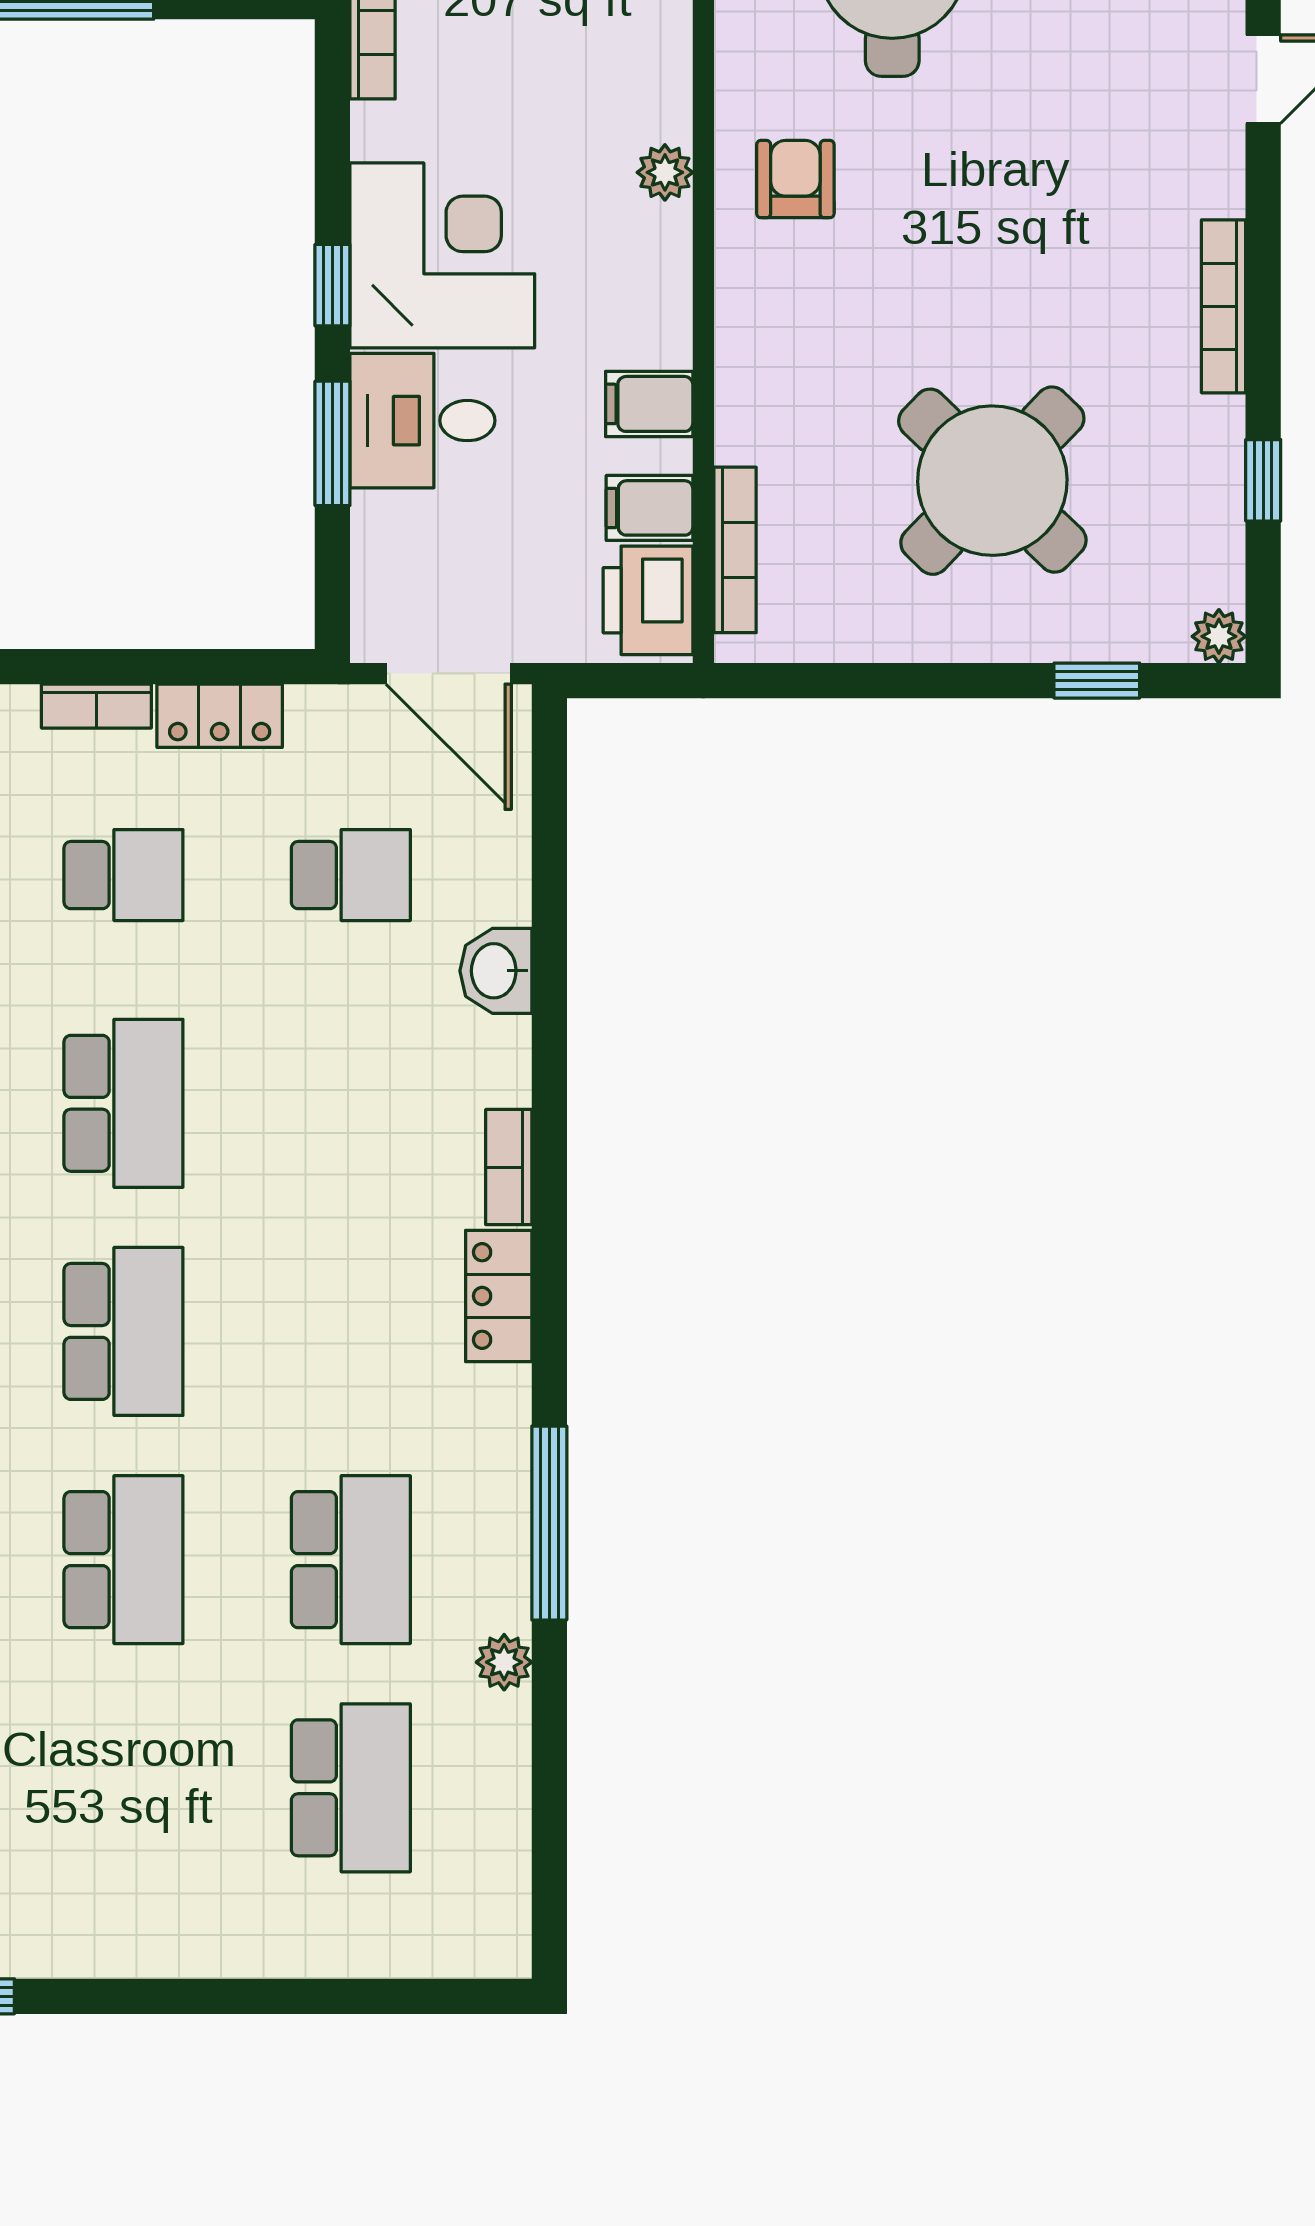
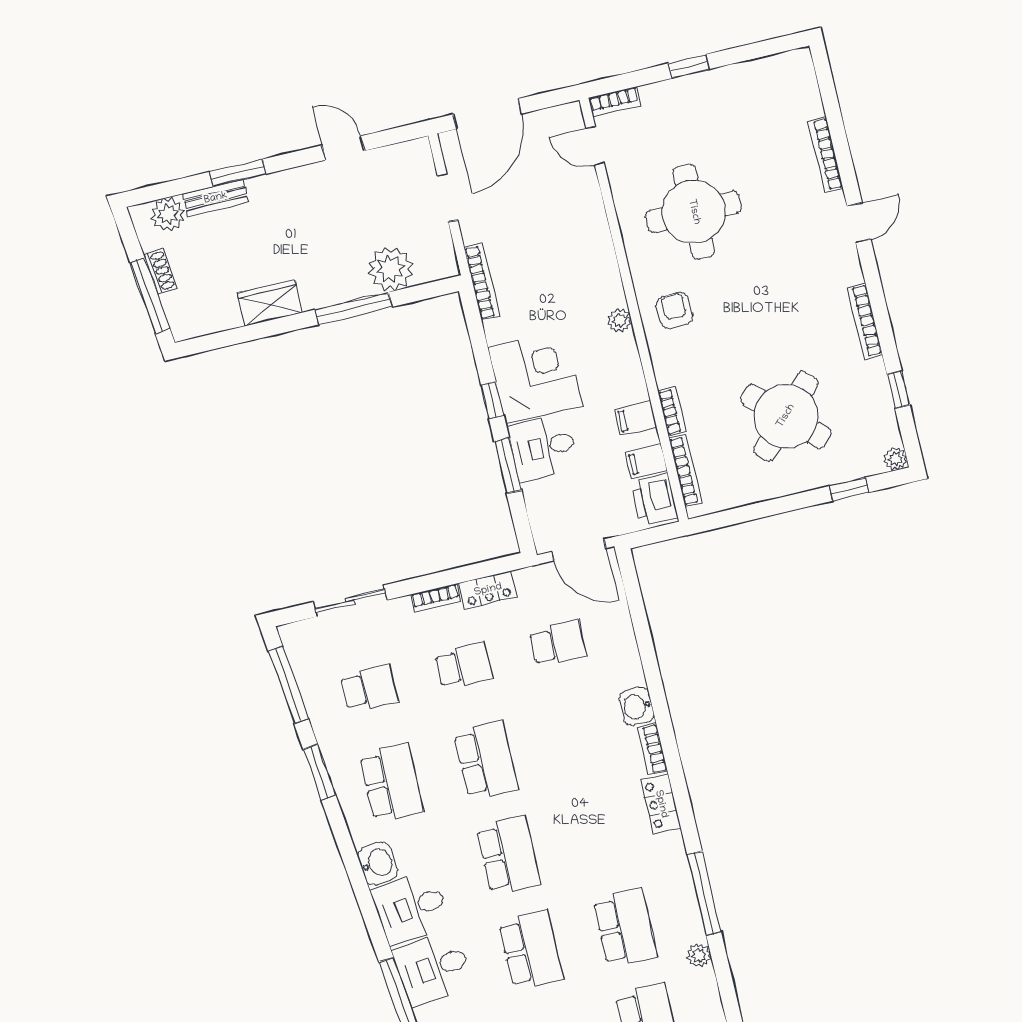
bookcase: (735, 408) -> (672, 411), added
washbasin: (496, 971) -> (637, 706), moved

